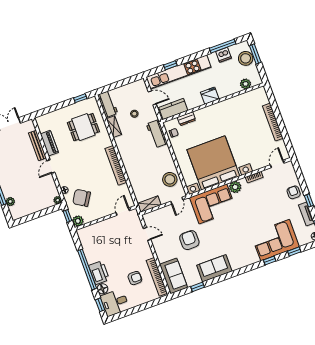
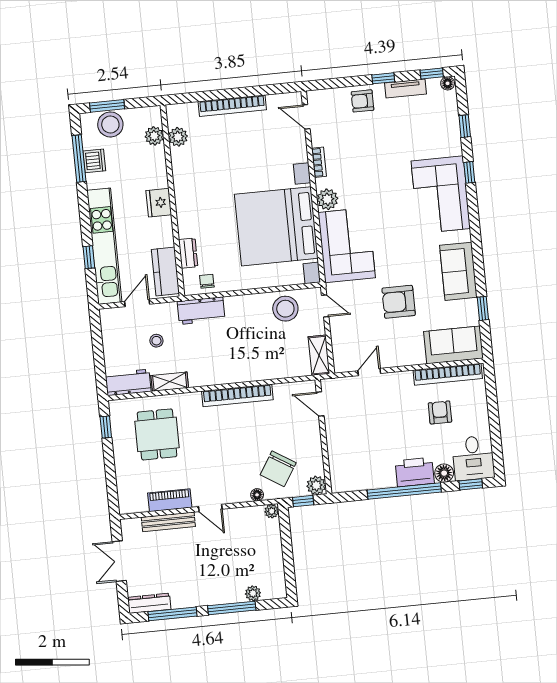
plant: (248, 97) -> (178, 137), added
corner sofa: (275, 240) -> (441, 195), moved

